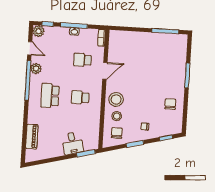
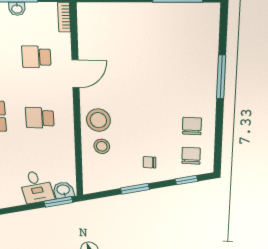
chair: (117, 133) -> (191, 156), moved
washbasin: (90, 145) -> (63, 190), added

